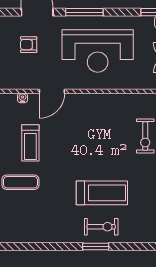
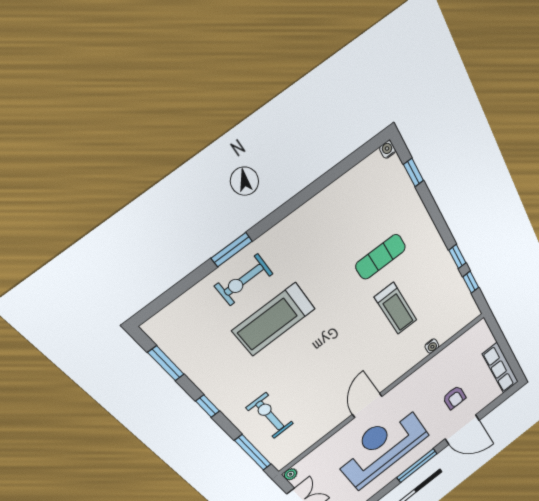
armchair: (29, 45) -> (454, 397), turned 90
door: (52, 91) -> (367, 405), moved
treadmill: (30, 143) -> (396, 309), turned 180

